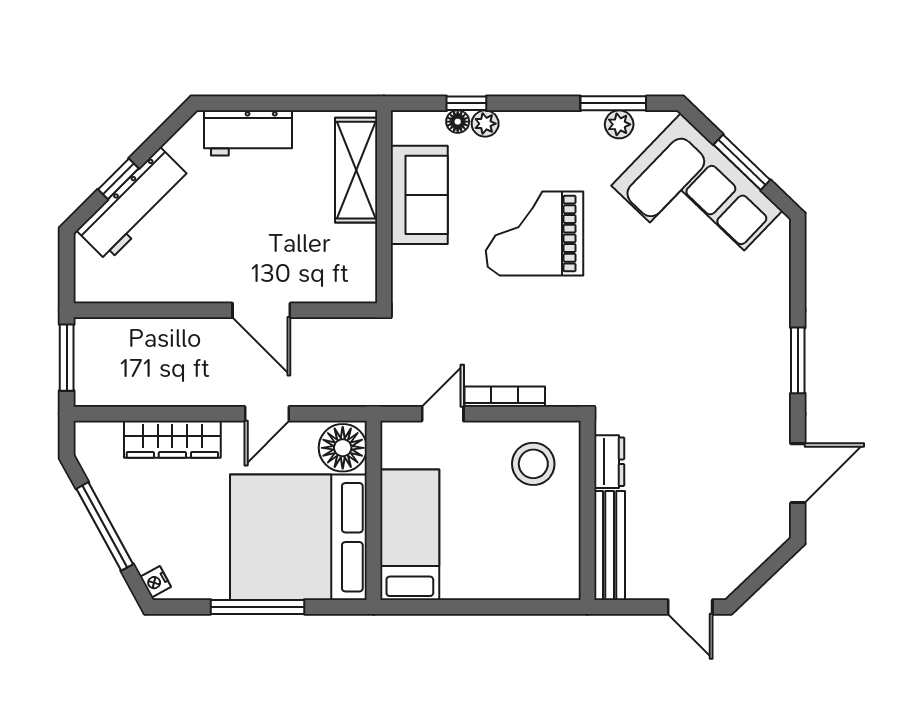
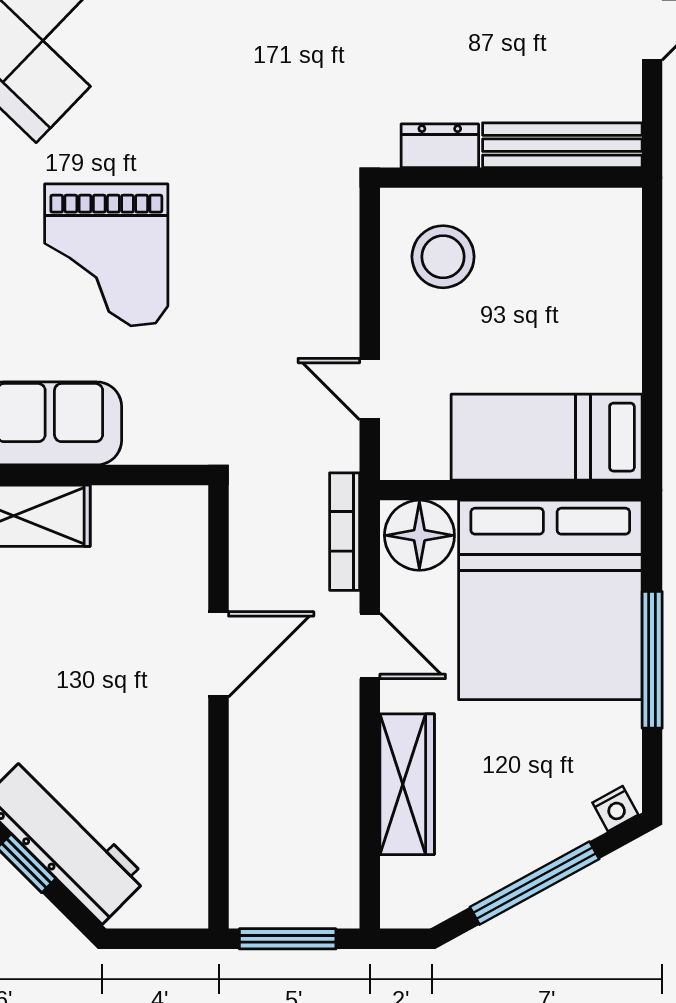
bookcase: (505, 397) -> (345, 532), moved

